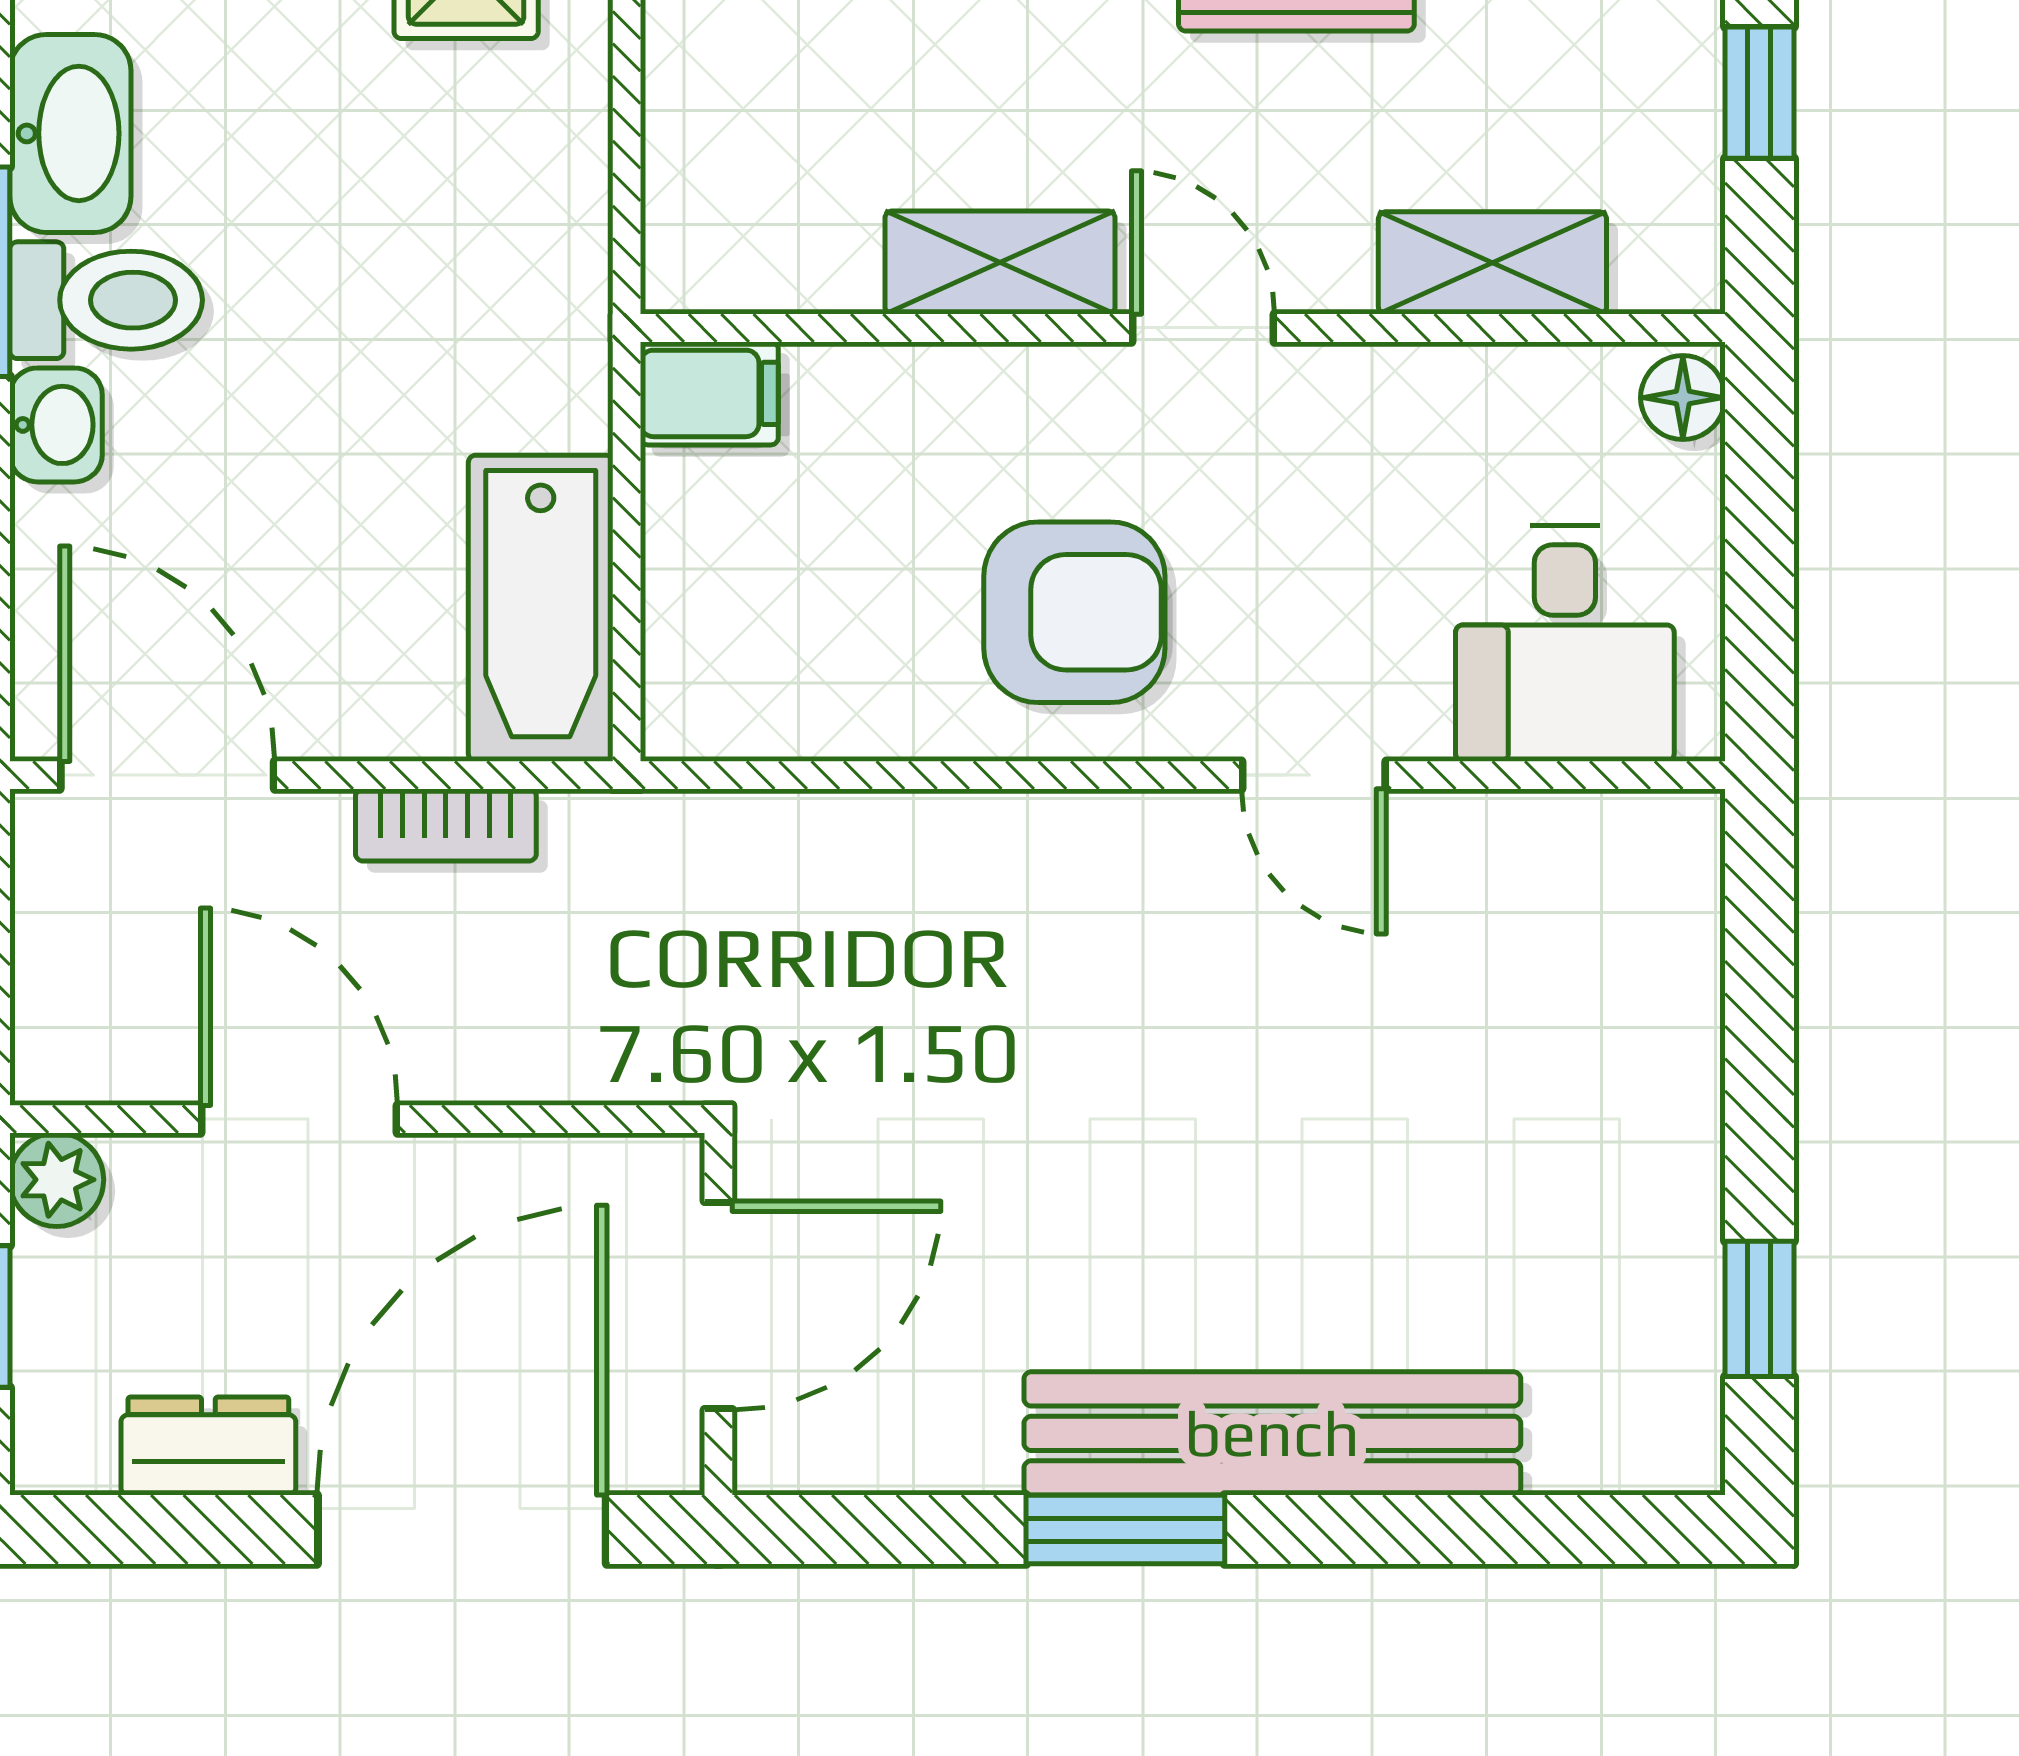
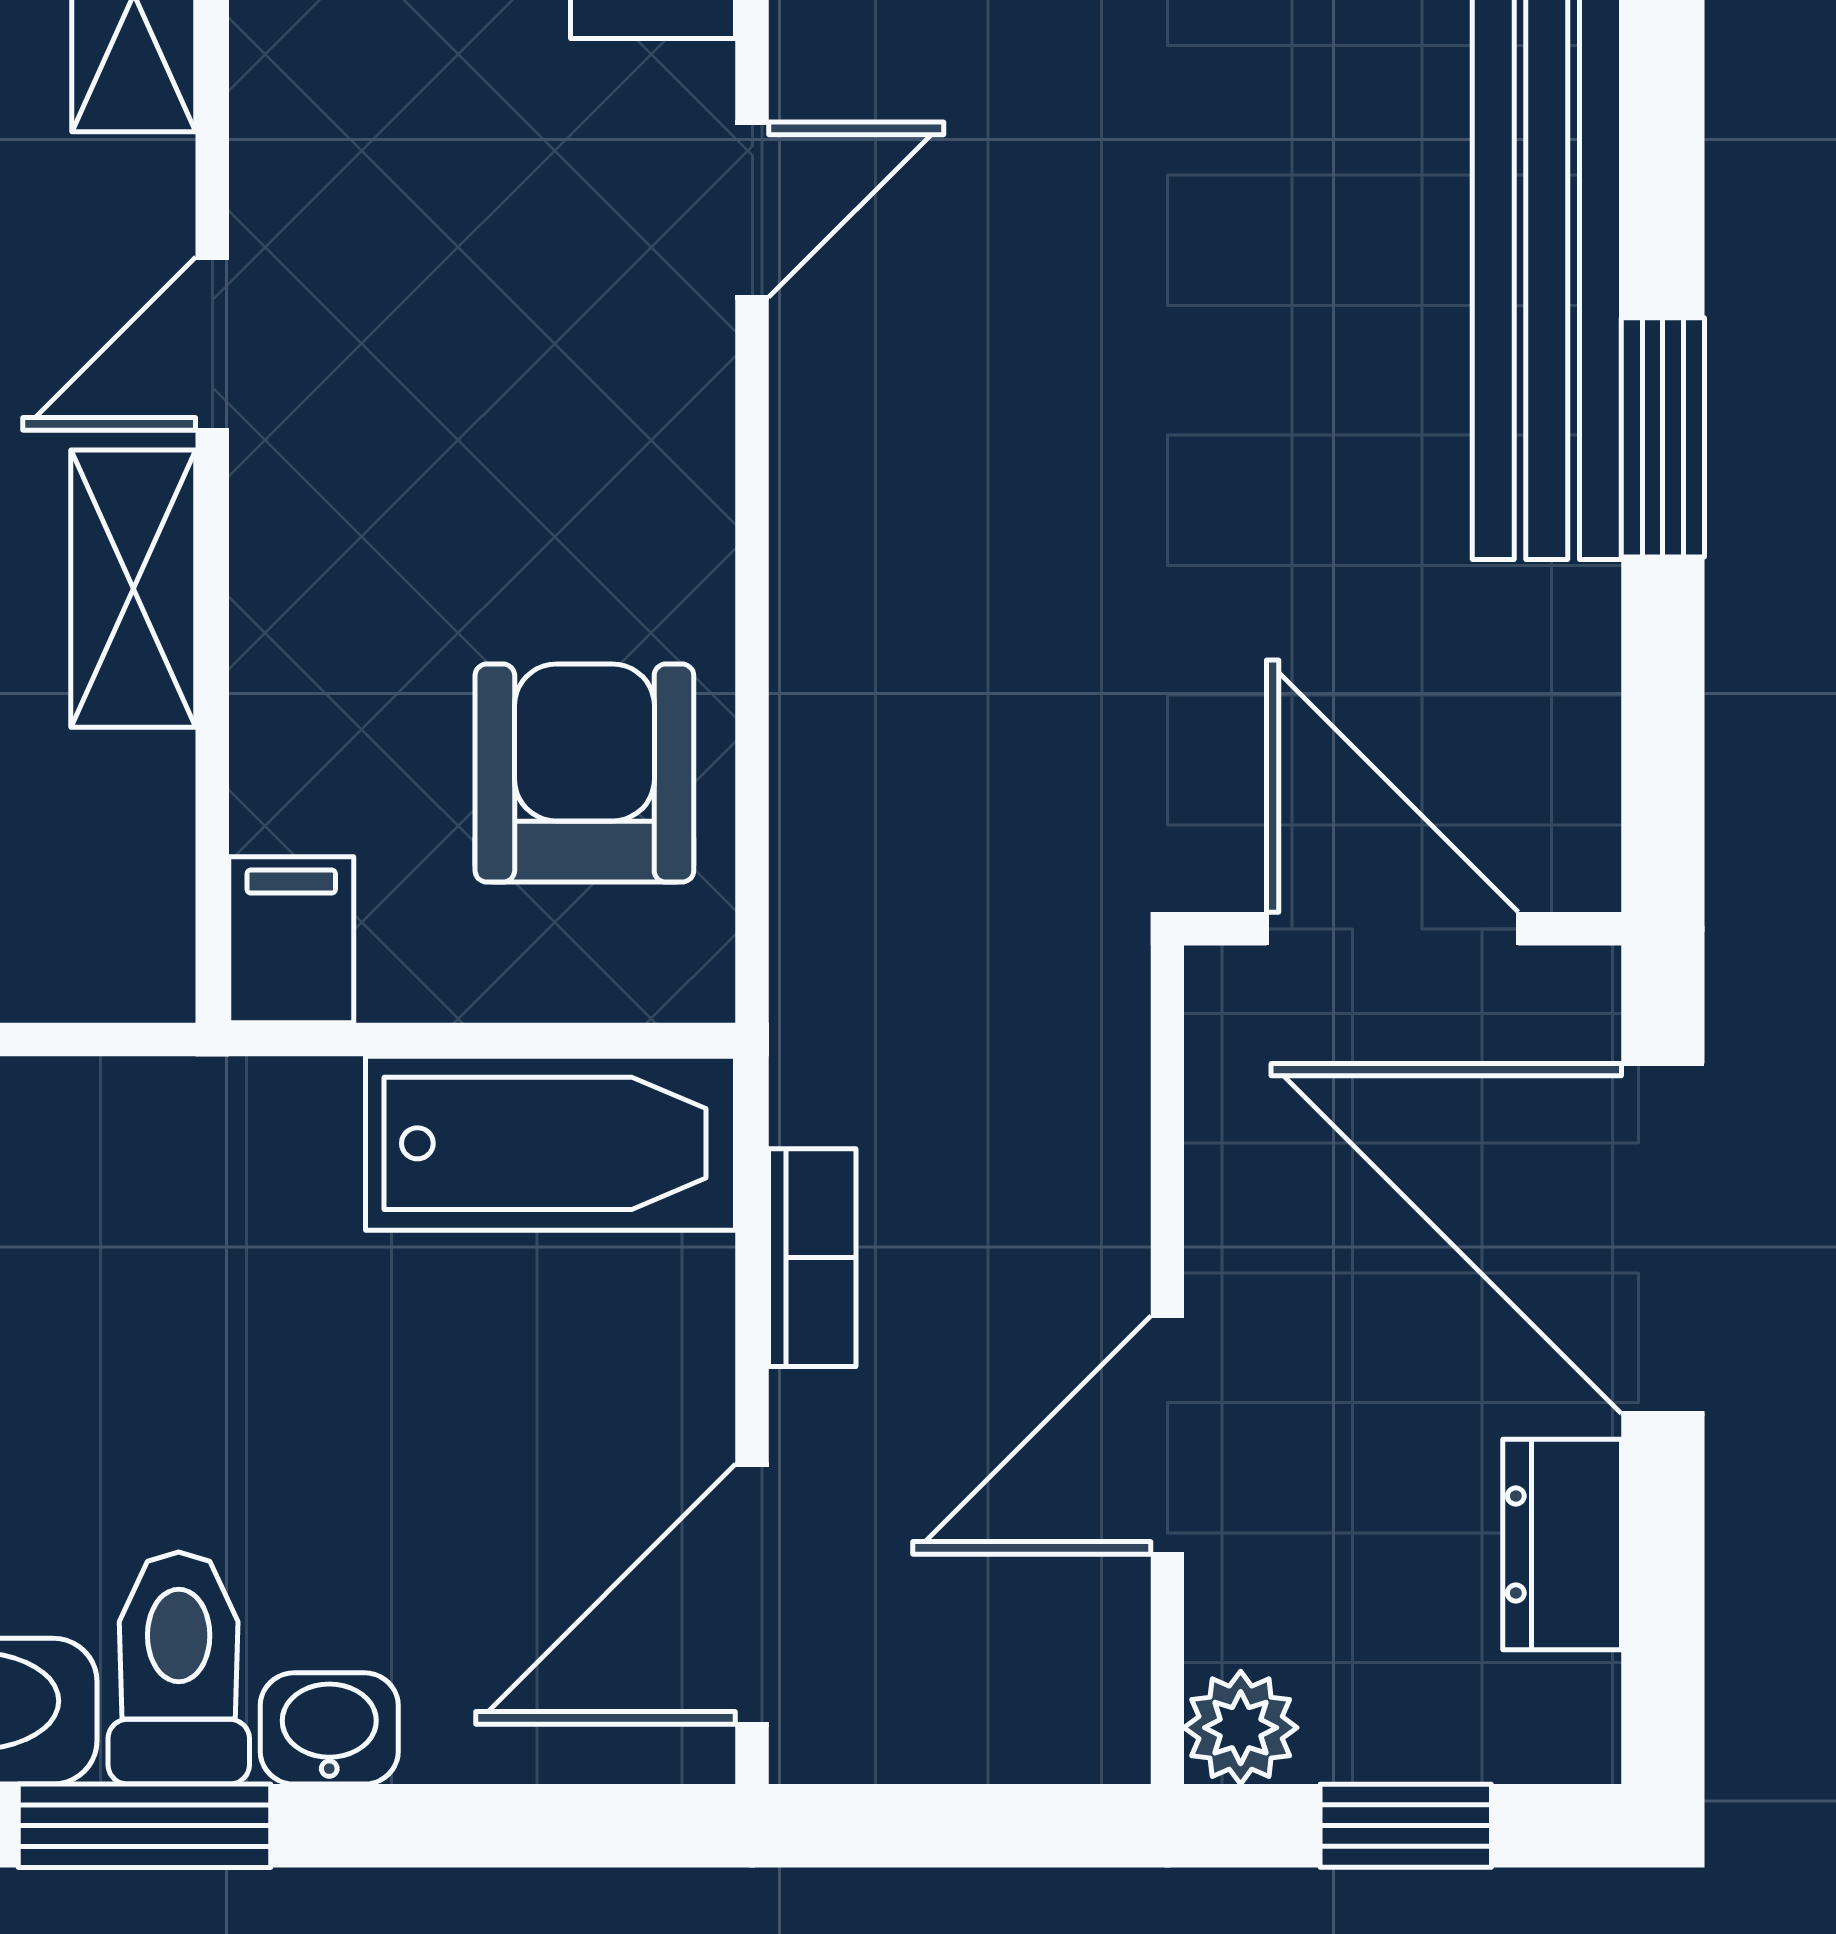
armchair: (1074, 612) -> (584, 773), moved

